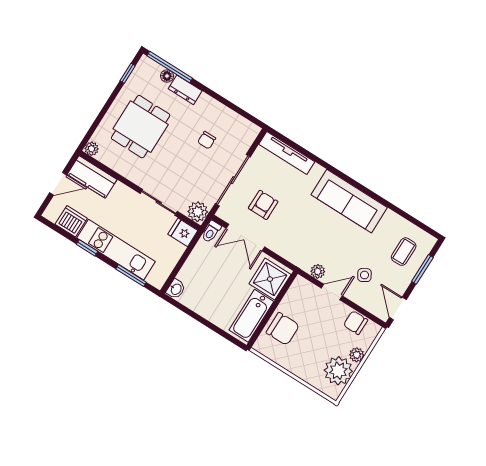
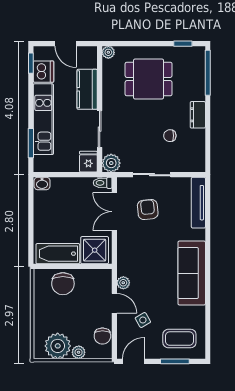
floor lamp: (167, 76) -> (200, 75), removed
dresser: (185, 90) -> (198, 115), moved
kitchen counter: (92, 177) -> (87, 89), moved
sliding door: (233, 180) -> (152, 175), width x0.73
armchair: (263, 205) -> (148, 209), turned -96
window: (87, 248) -> (31, 63), moved
coffee table: (404, 252) -> (179, 339), width x1.36, depth x1.30
chair: (356, 323) -> (102, 336), turned 180

